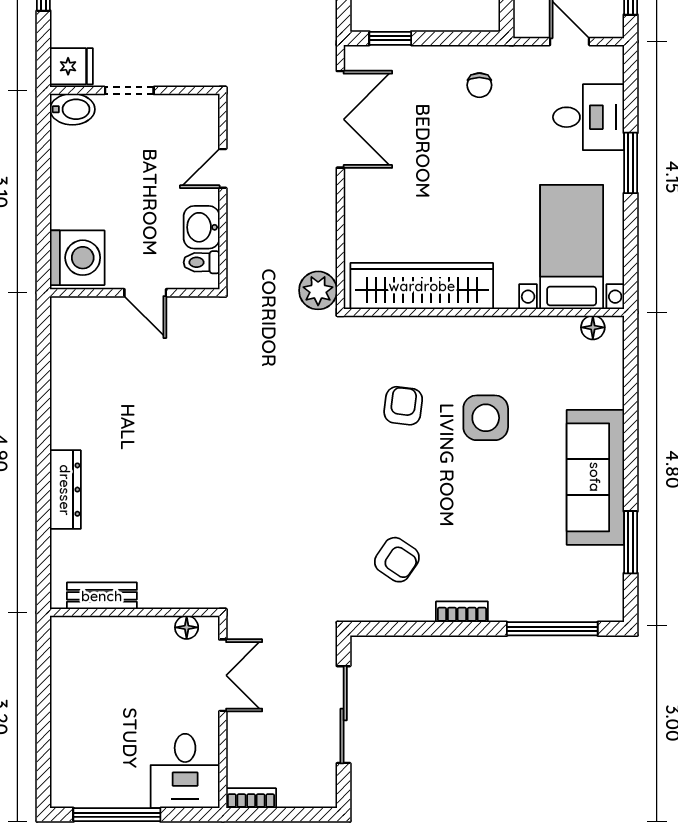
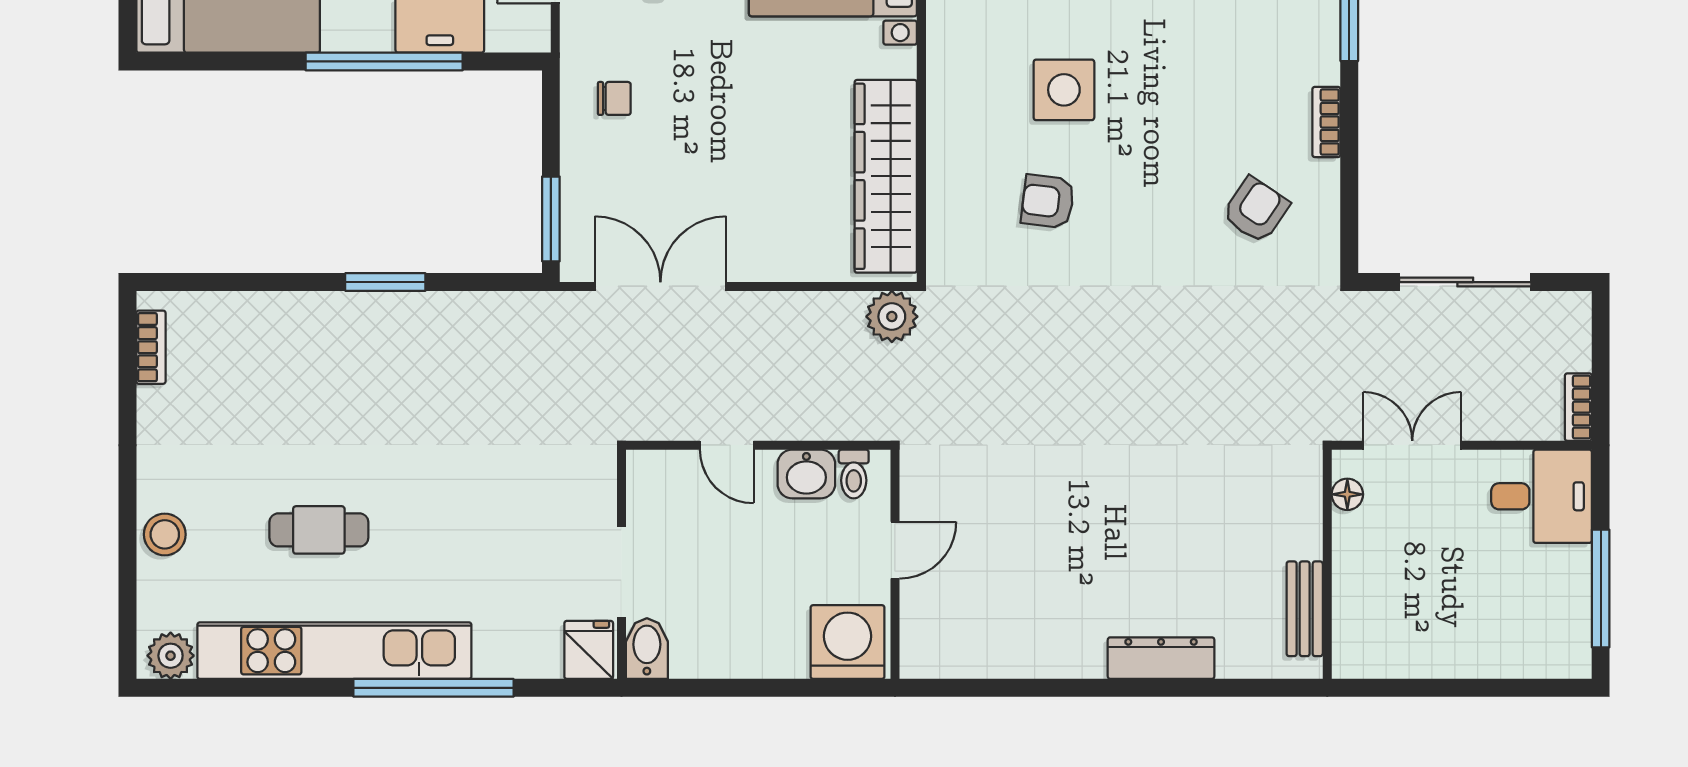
window: (390, 38) -> (551, 219), width x1.50
doorway: (129, 90) -> (621, 572), width x1.38

